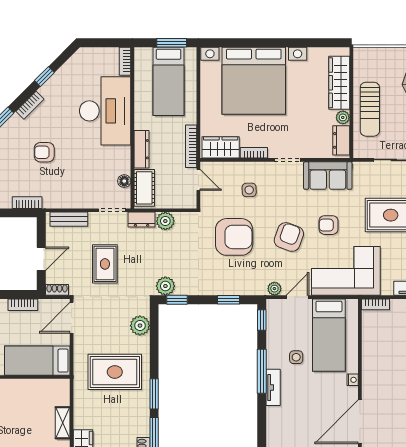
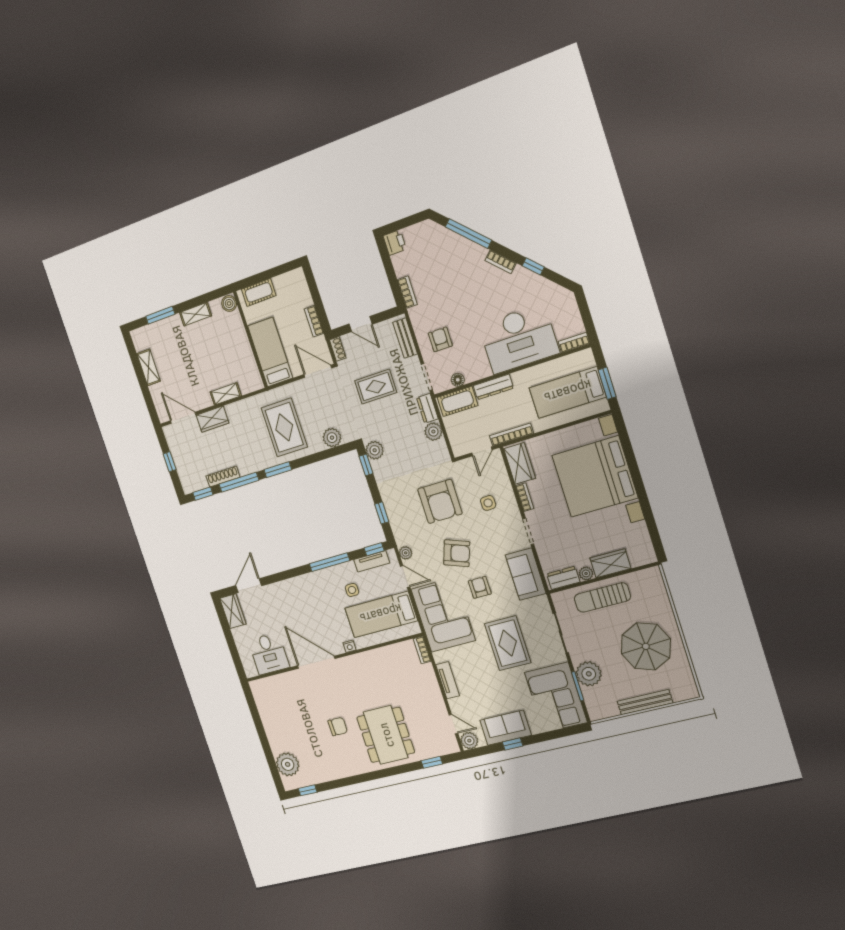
wardrobe: (339, 83) -> (610, 563), width x0.67
armchair: (44, 152) -> (440, 339), moved
tv unit: (273, 387) -> (372, 561), moved

